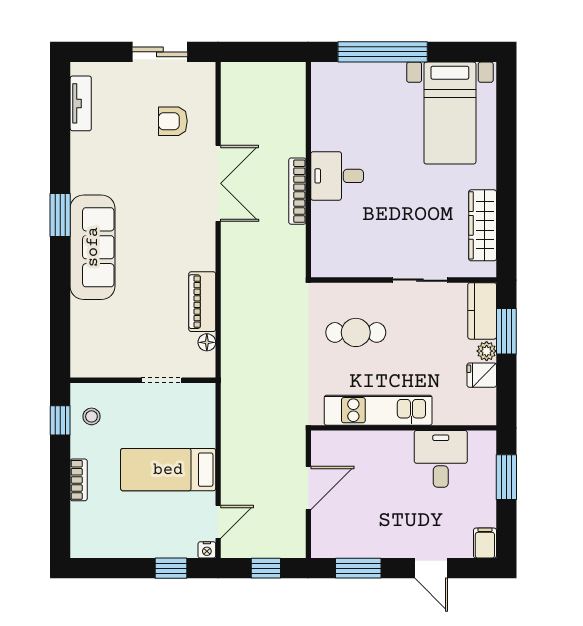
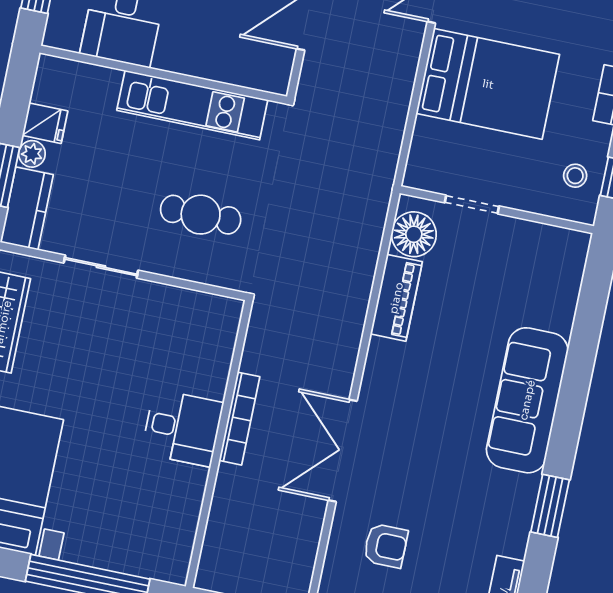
window: (60, 215) -> (550, 506), moved
floor lamp: (207, 342) -> (414, 234), width x1.89, depth x1.89
bed: (168, 470) -> (488, 84), width x1.50

